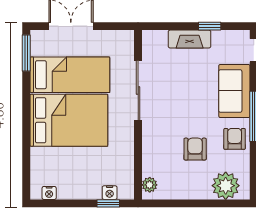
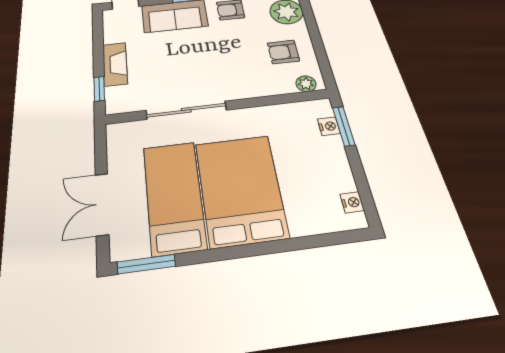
window: (210, 26) -> (99, 89), moved
armchair: (195, 149) -> (283, 52), moved
window: (108, 203) -> (344, 126), width x1.50

